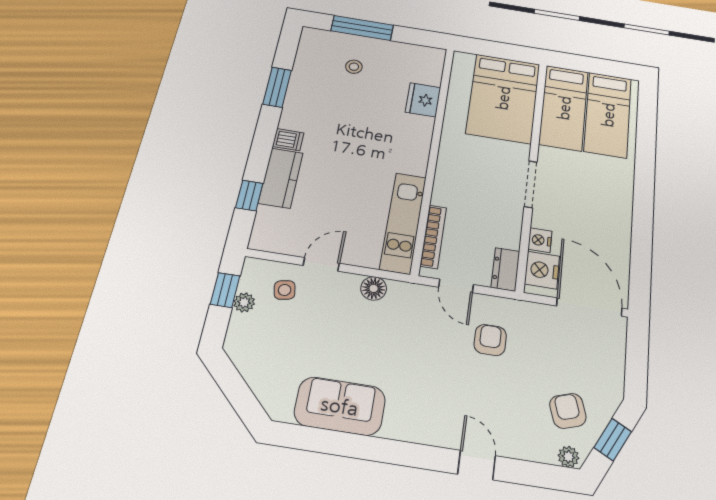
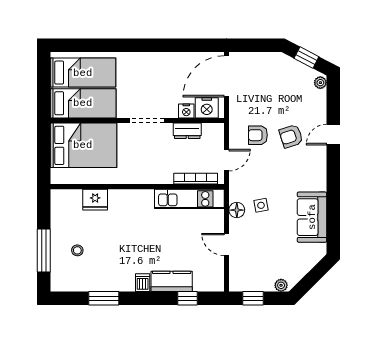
dresser: (505, 269) -> (187, 131), moved
side table: (285, 290) -> (261, 205), moved
plant: (244, 302) -> (281, 285), moved
armchair: (568, 411) -> (291, 136), moved

